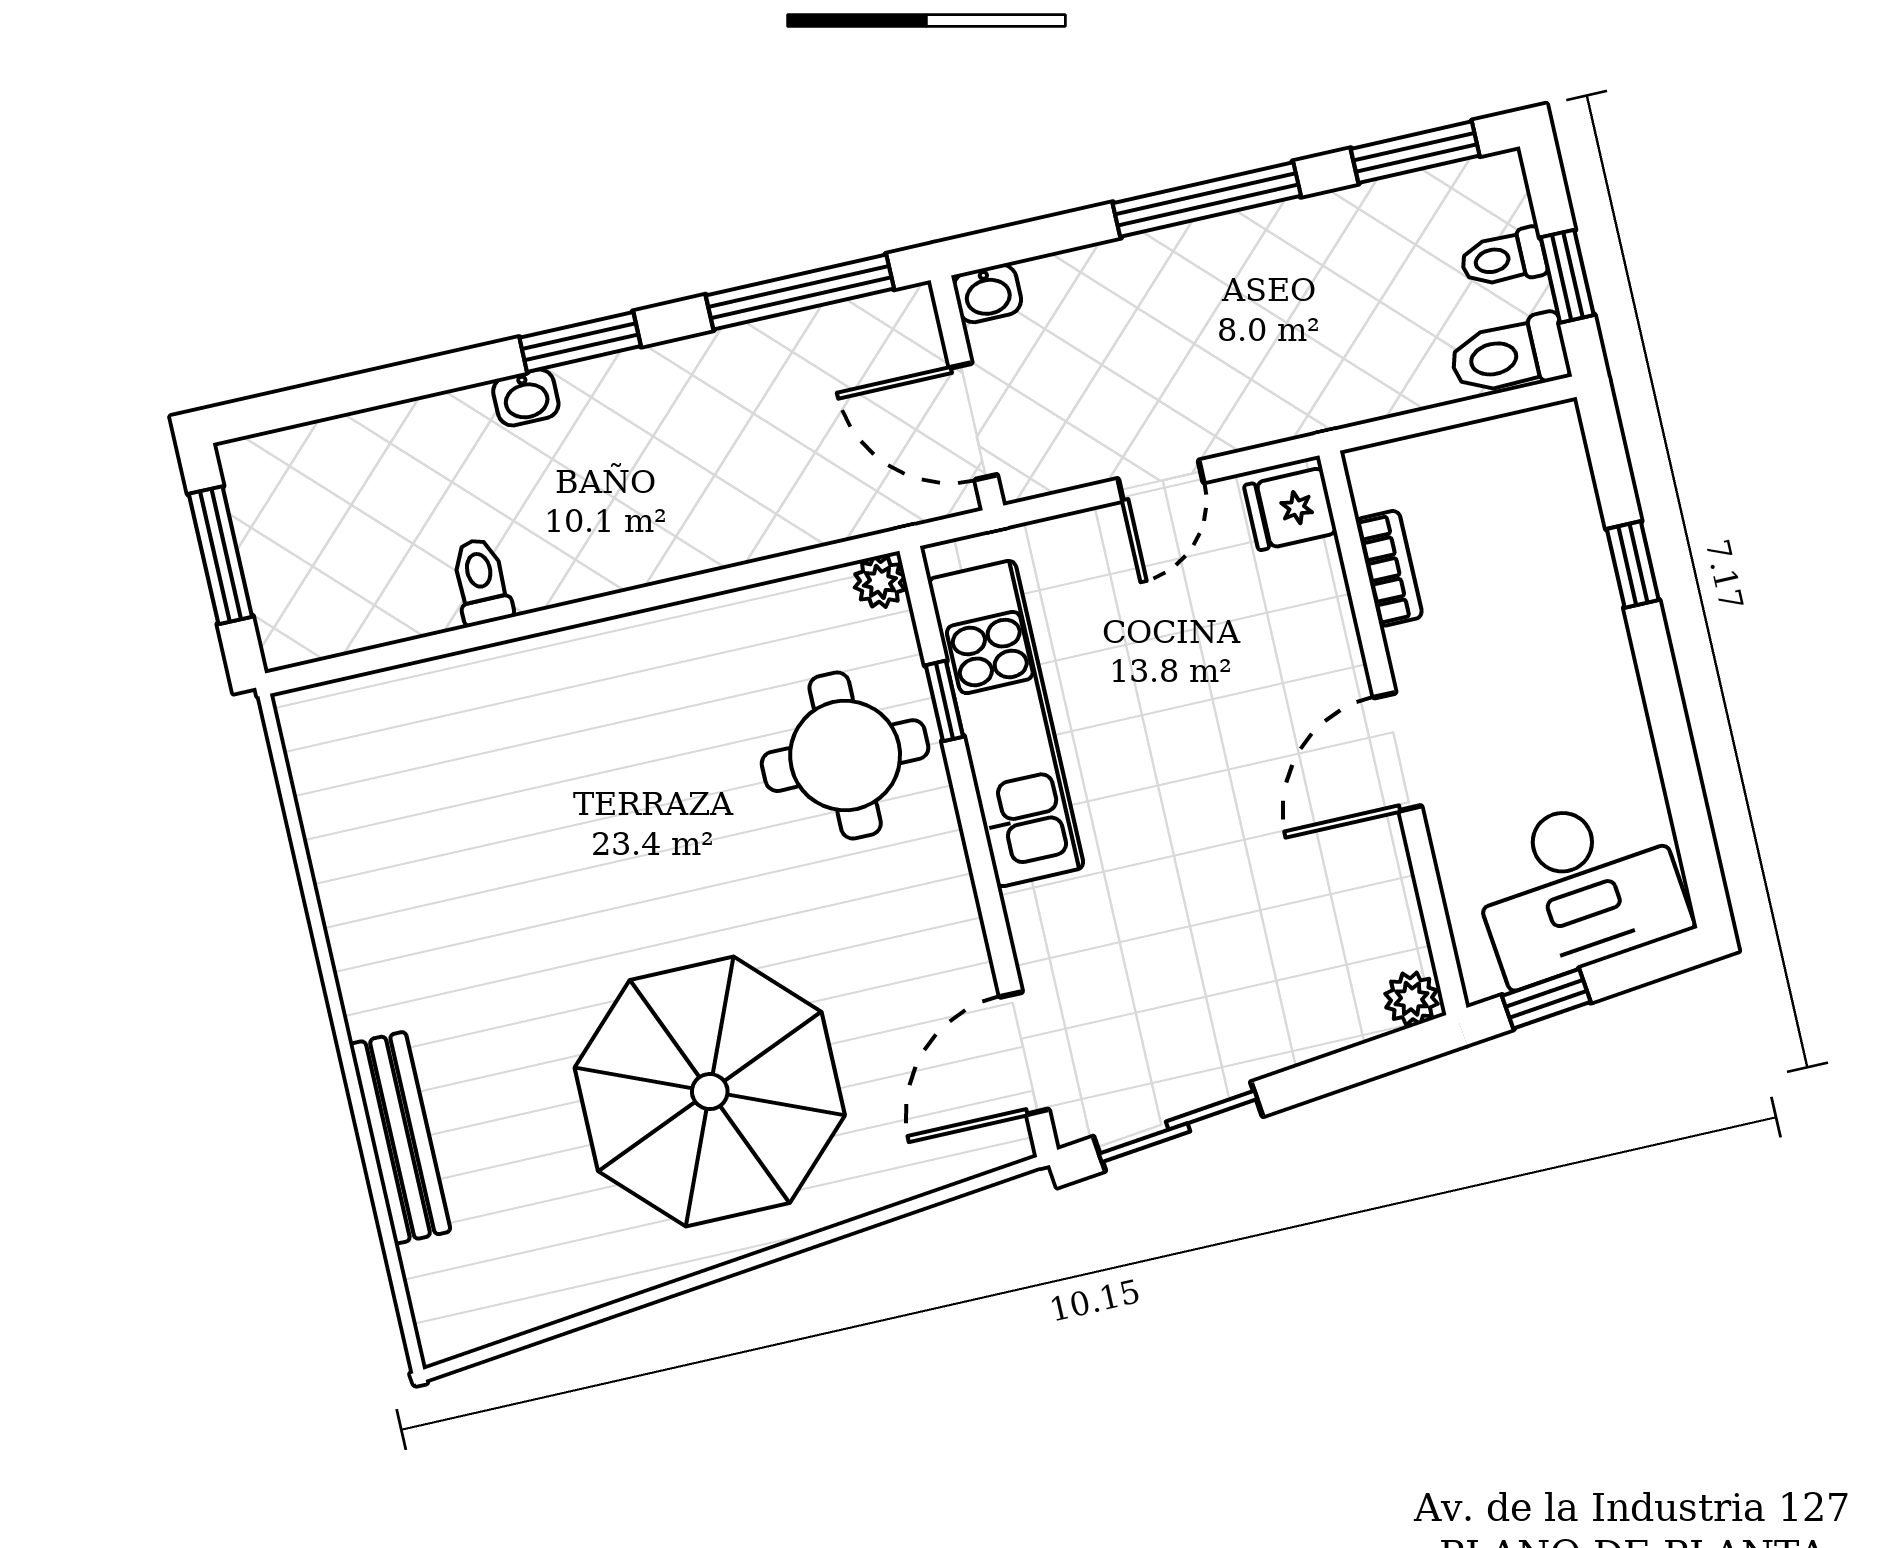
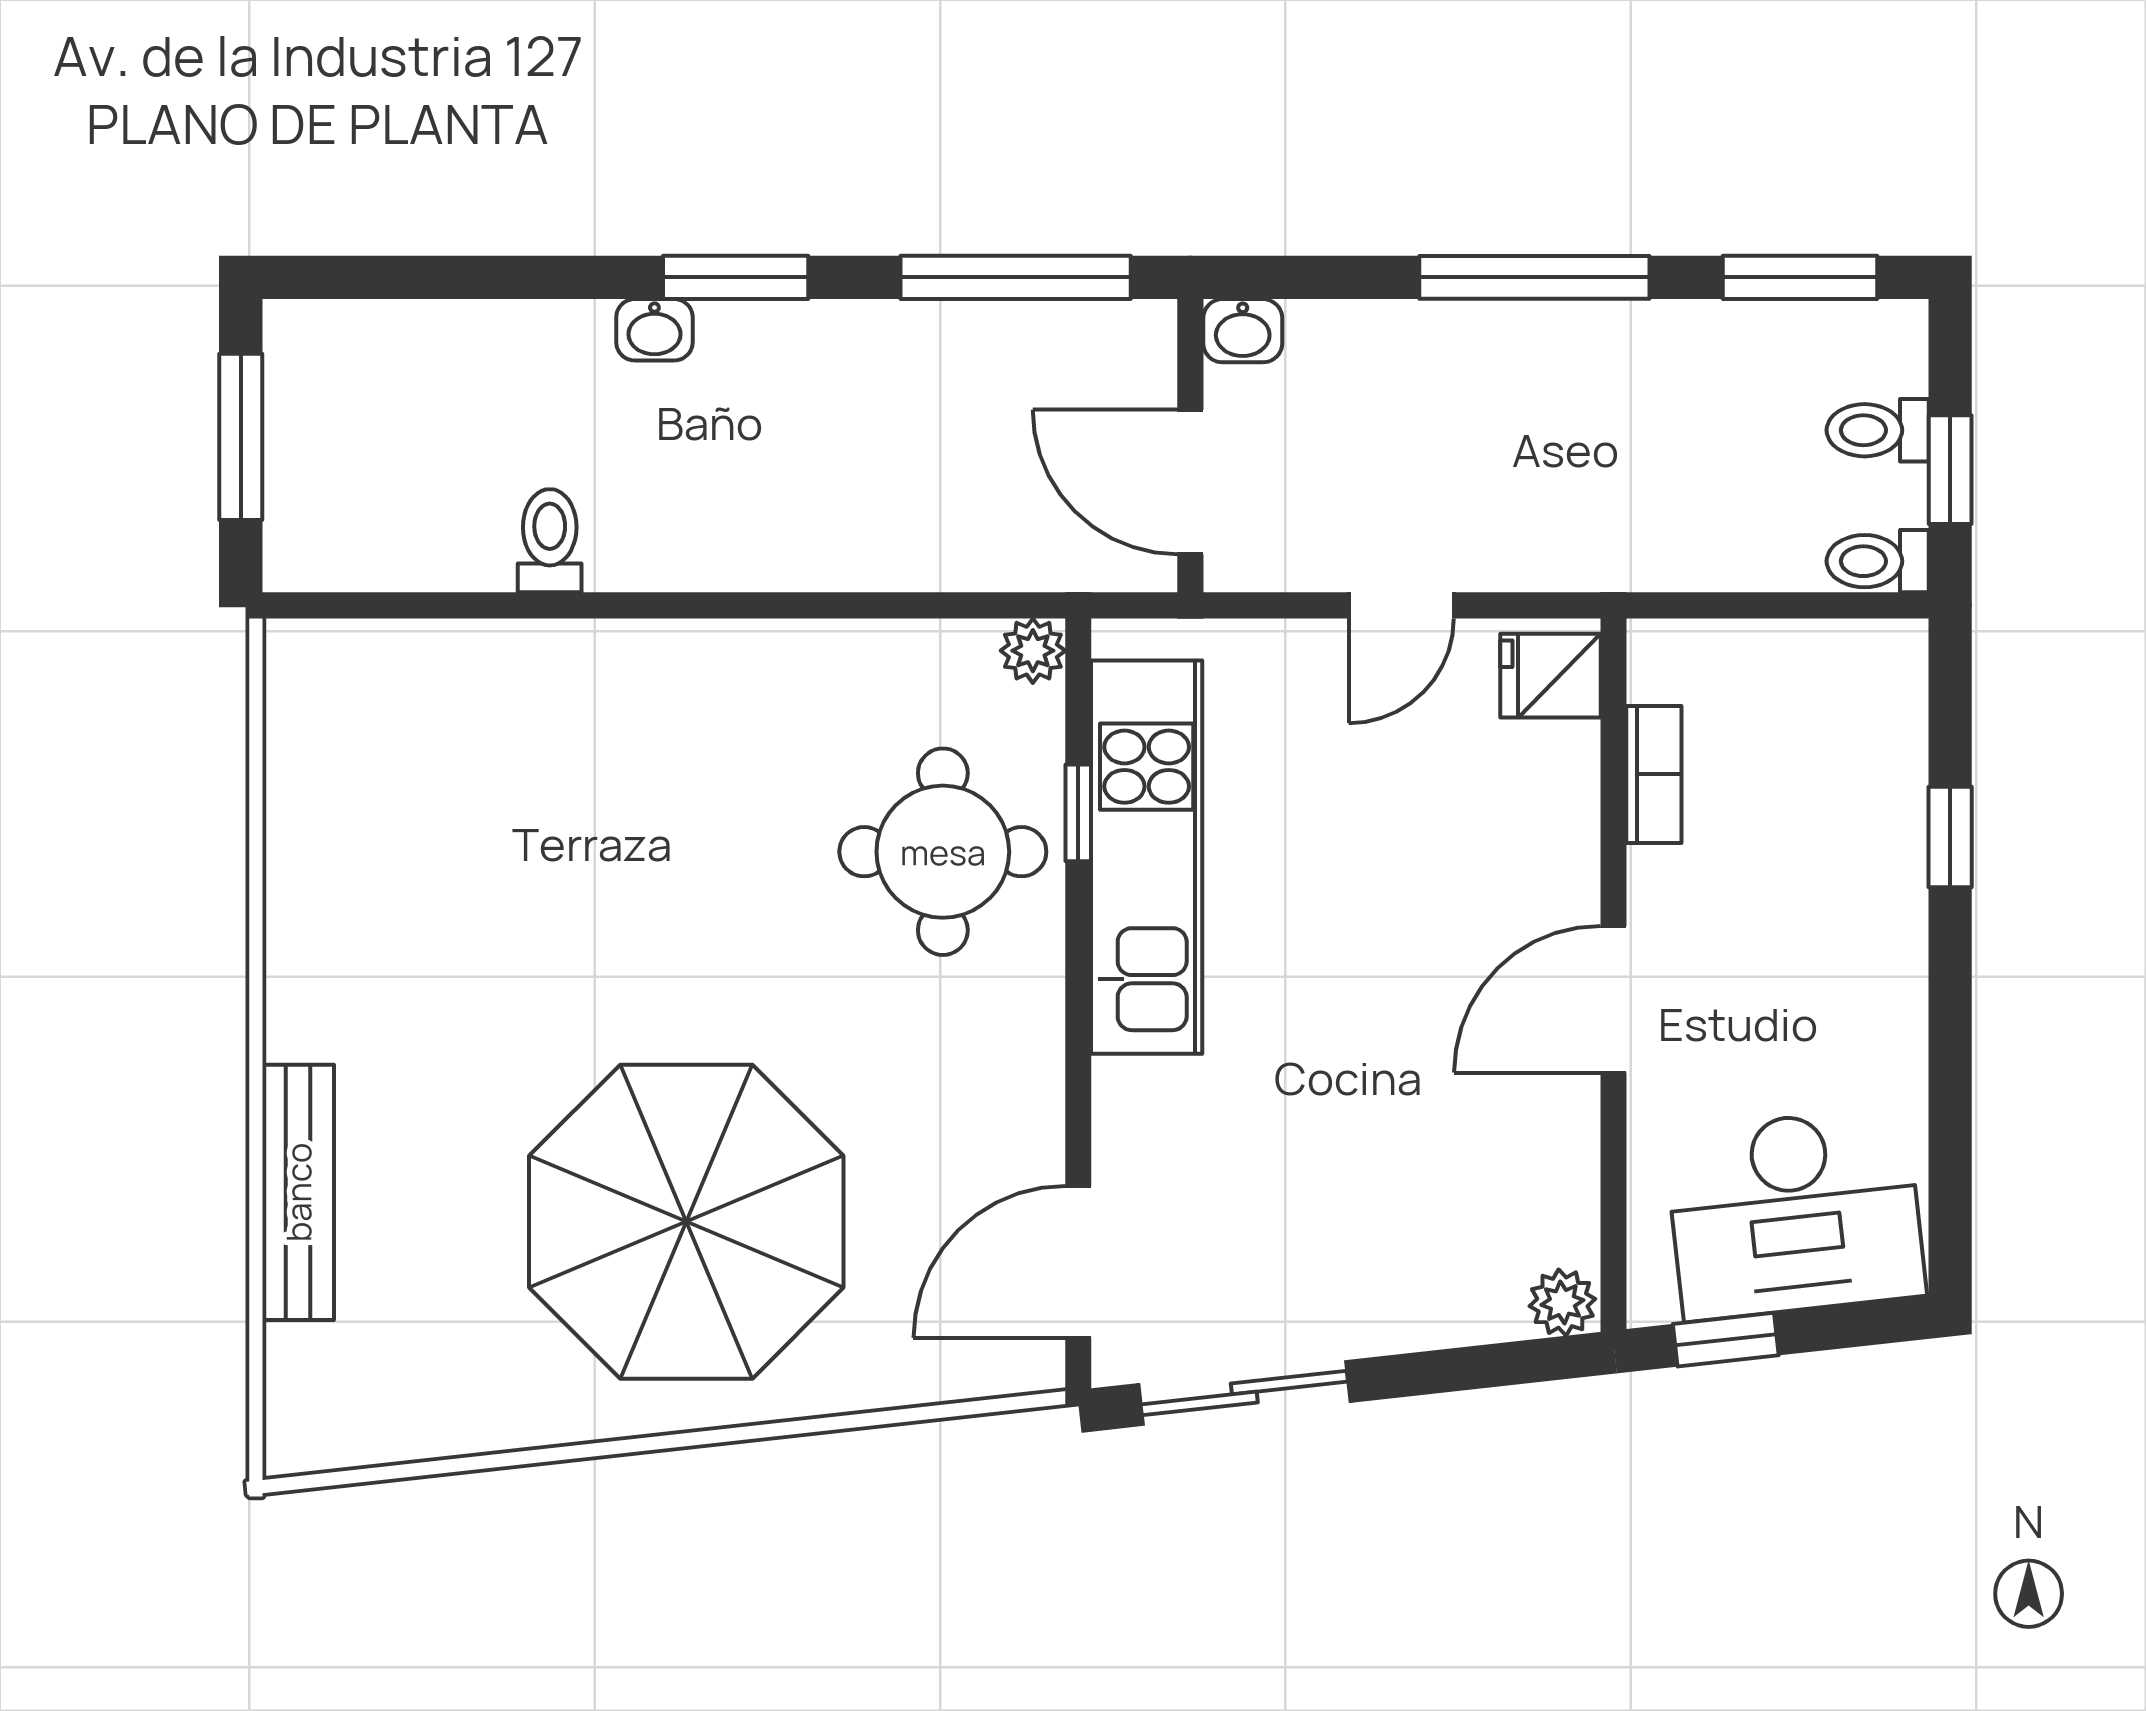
toilet: (1509, 355) -> (1878, 561), width x0.73, depth x0.72

